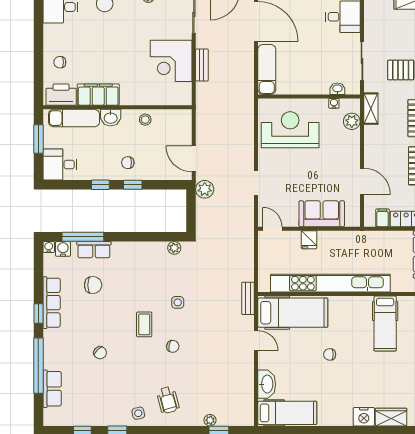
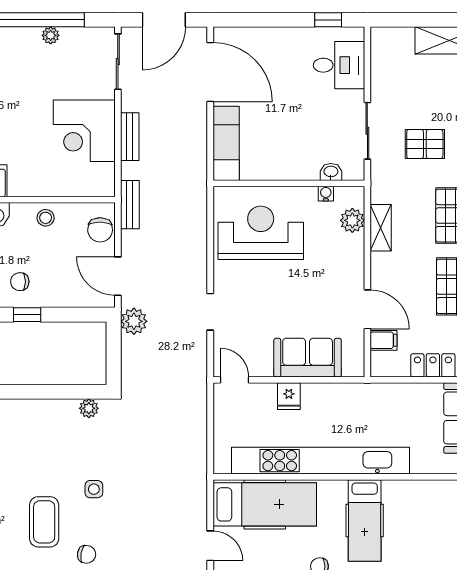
shelving: (371, 109) -> (381, 228), moved
chair: (182, 128) -> (100, 230), added
filing cabinet: (383, 218) -> (383, 340), moved, turned 90
bench: (248, 298) -> (130, 205), moved
coffee table: (144, 324) -> (44, 522), width x1.36, depth x1.30
hospital bed: (385, 324) -> (365, 520), moved

